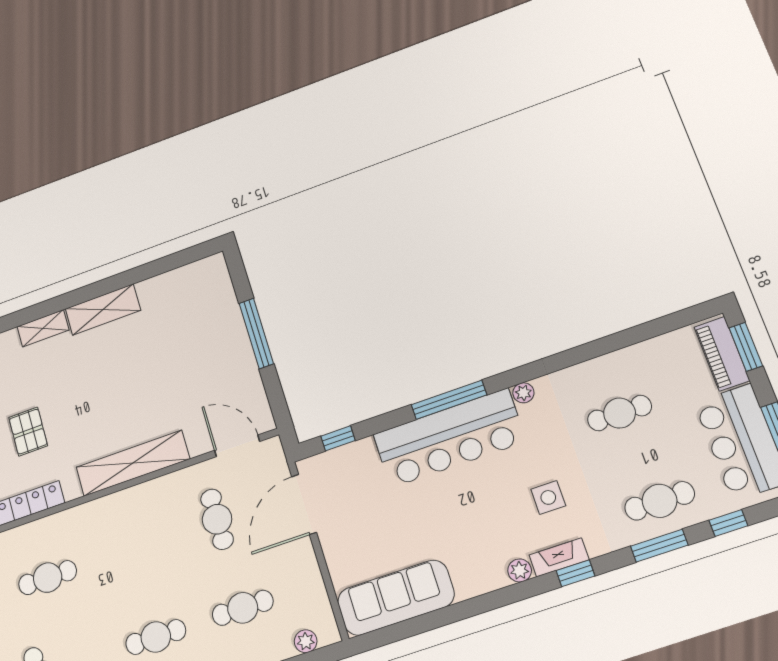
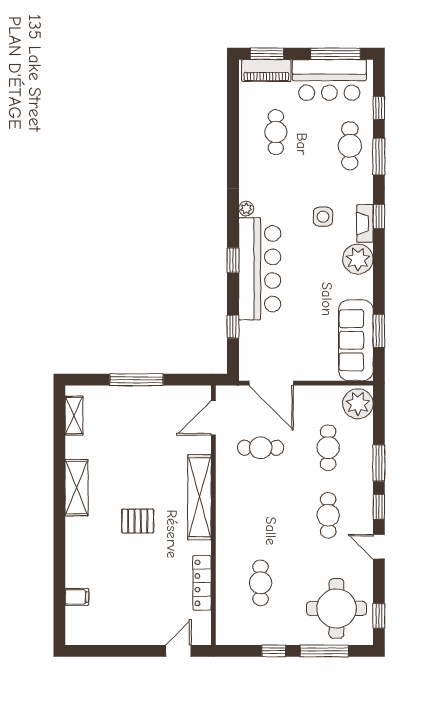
shelving: (43, 328) -> (74, 416), moved
window: (449, 400) -> (233, 260), width x0.46
cafe table: (620, 413) -> (276, 132), moved
pallet: (28, 432) -> (138, 521), moved
window: (338, 438) -> (233, 327), moved
plant: (520, 570) -> (358, 259), width x1.87, depth x1.87
window: (418, 625) -> (379, 331), added
plant: (306, 641) -> (358, 404), width x1.88, depth x1.88

